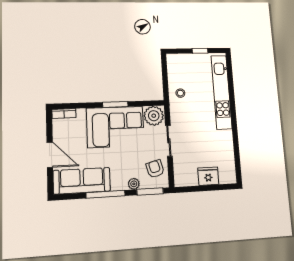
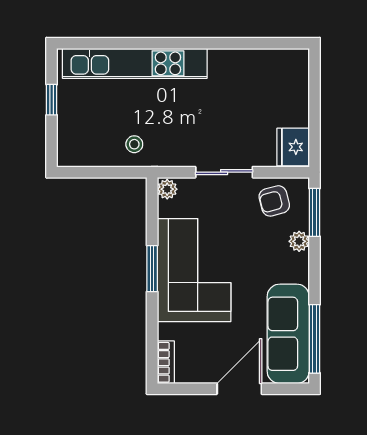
plant: (154, 116) -> (167, 189), width x0.53, depth x0.53
fridge: (208, 176) -> (293, 147), moved
window: (106, 194) -> (315, 339), moved

